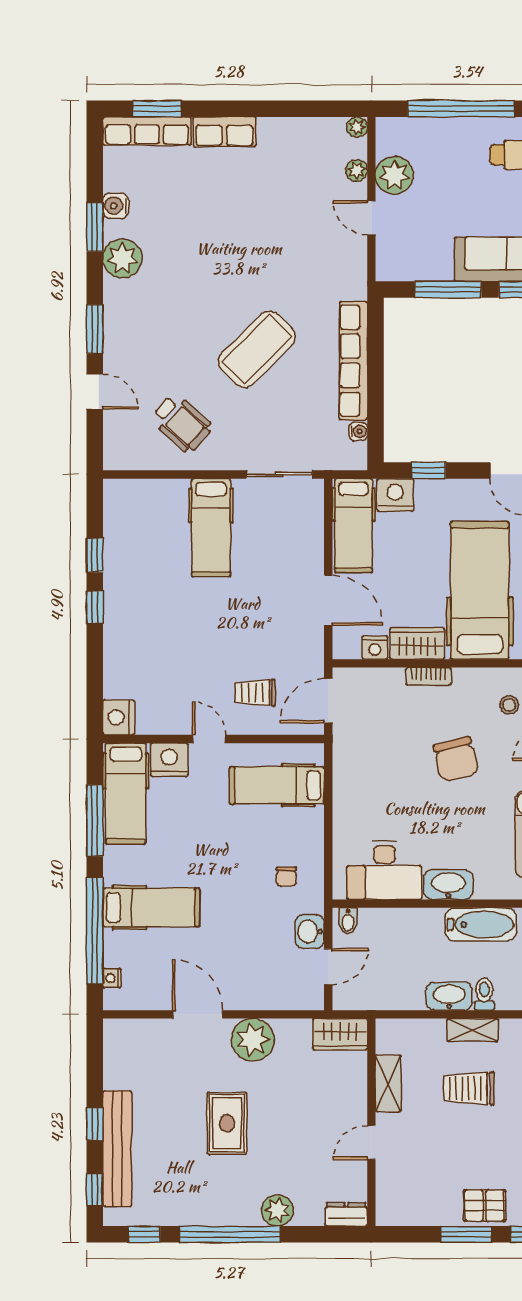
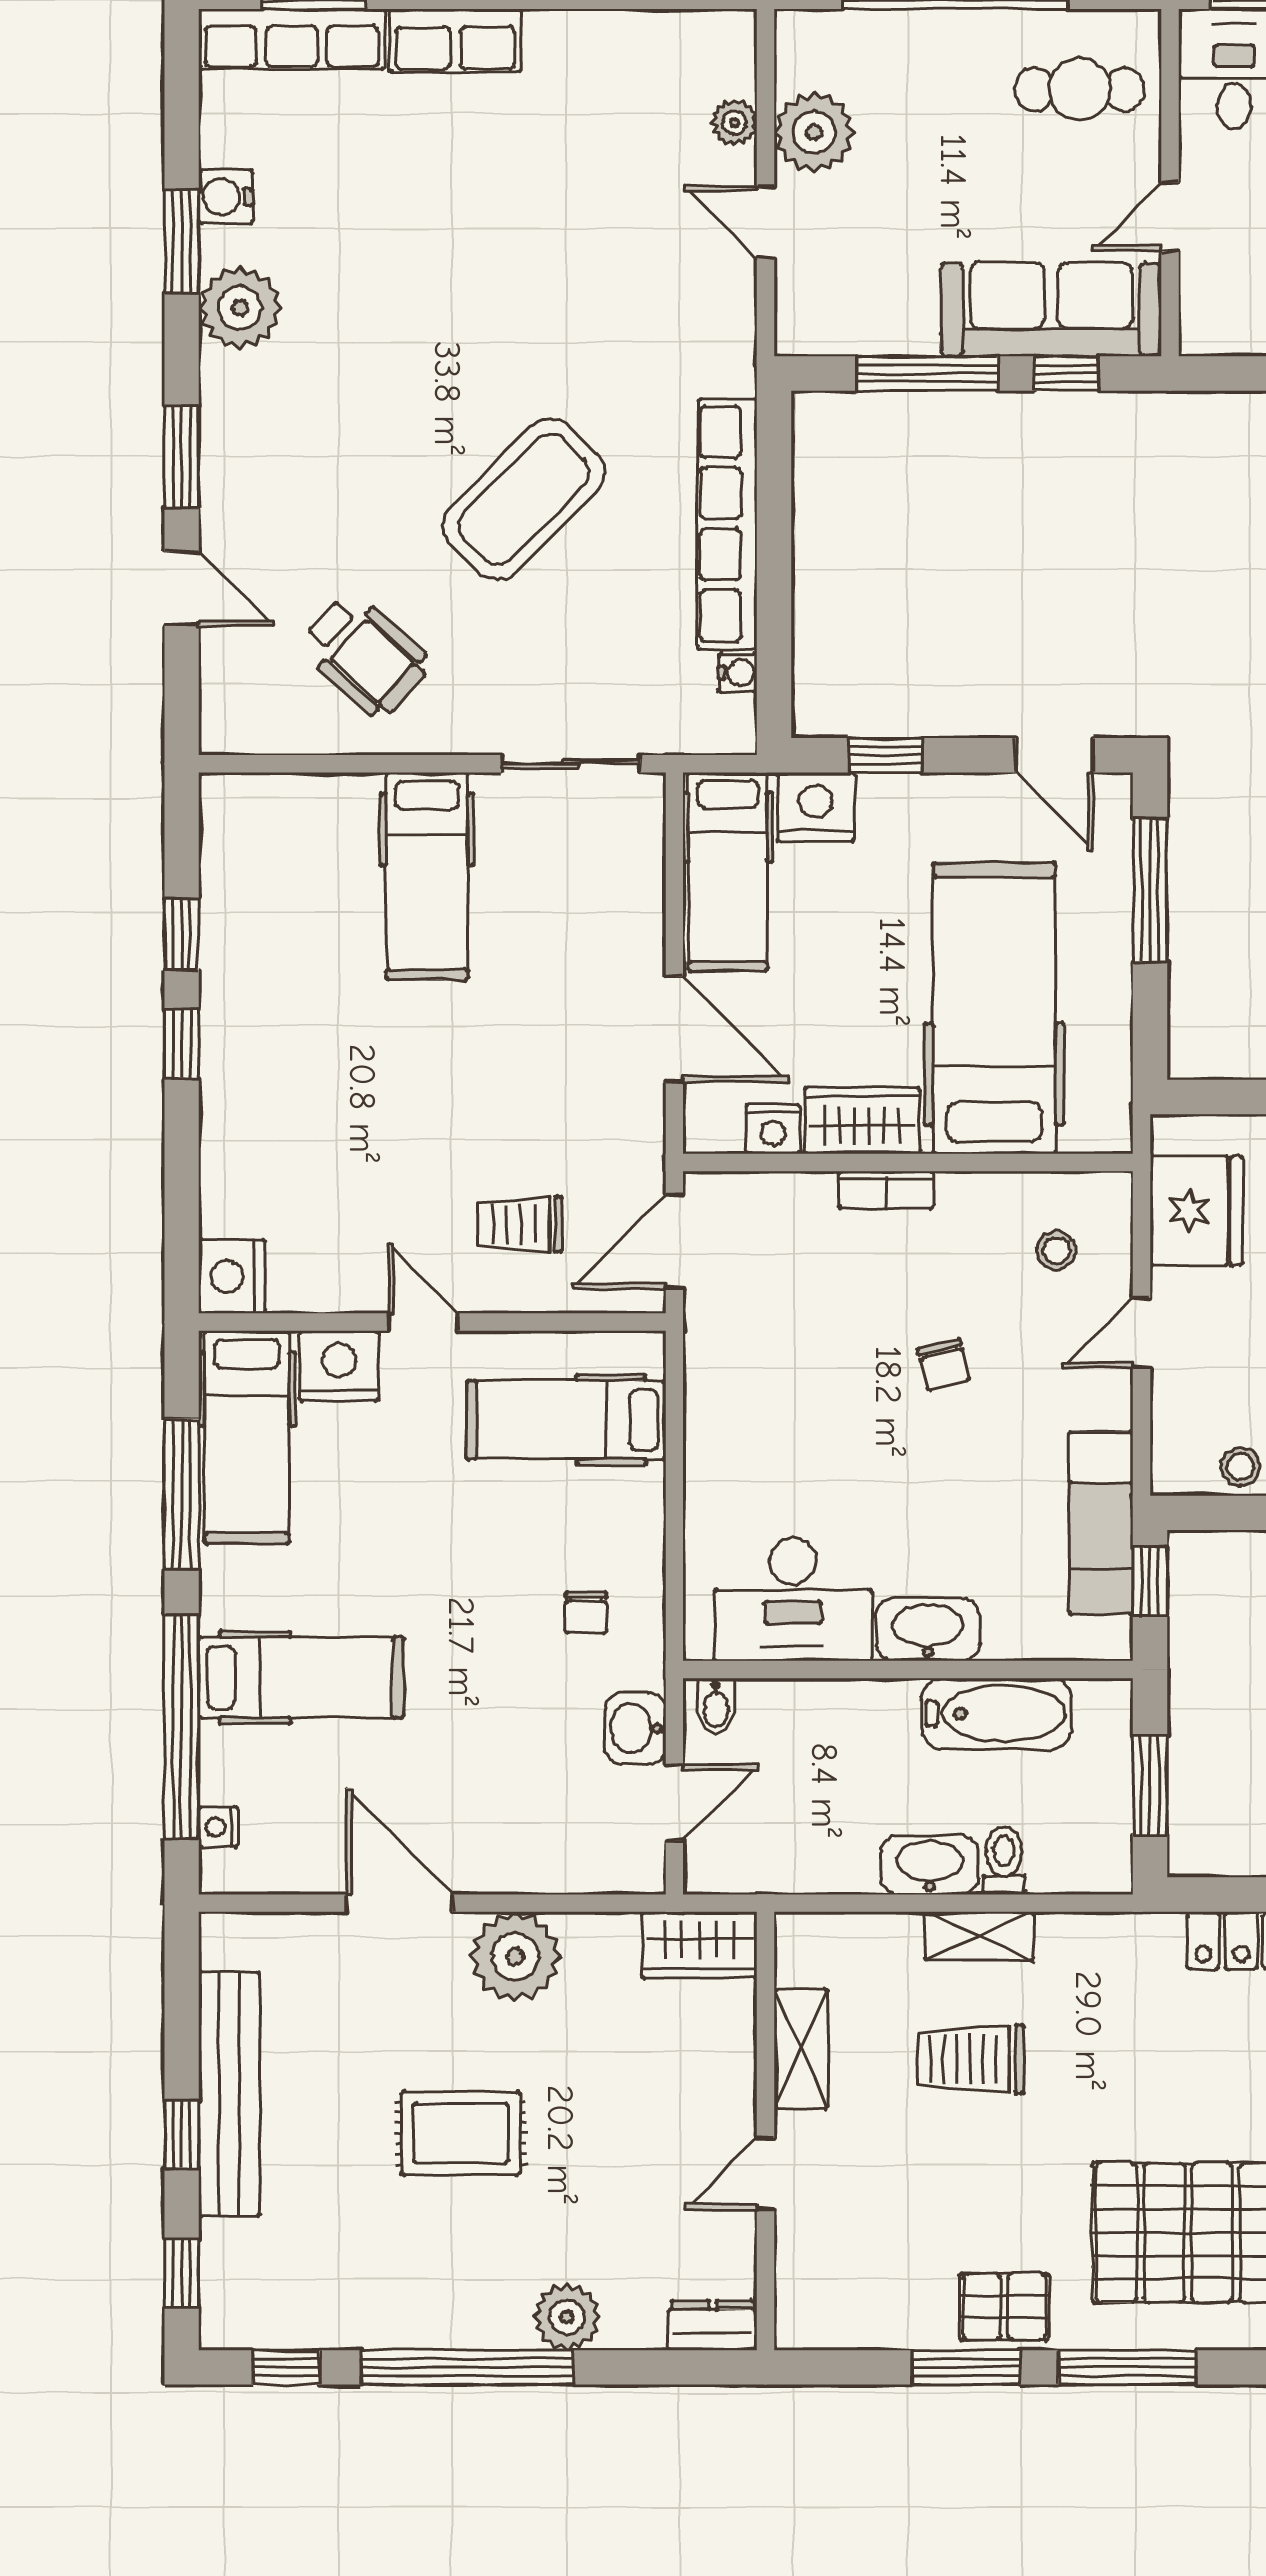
plant: (357, 127) -> (735, 31), removed
chair: (456, 759) -> (944, 1364), width x0.54, depth x0.54
rug: (227, 1123) -> (461, 2133), turned 90
bench: (117, 1149) -> (229, 2094), moved

